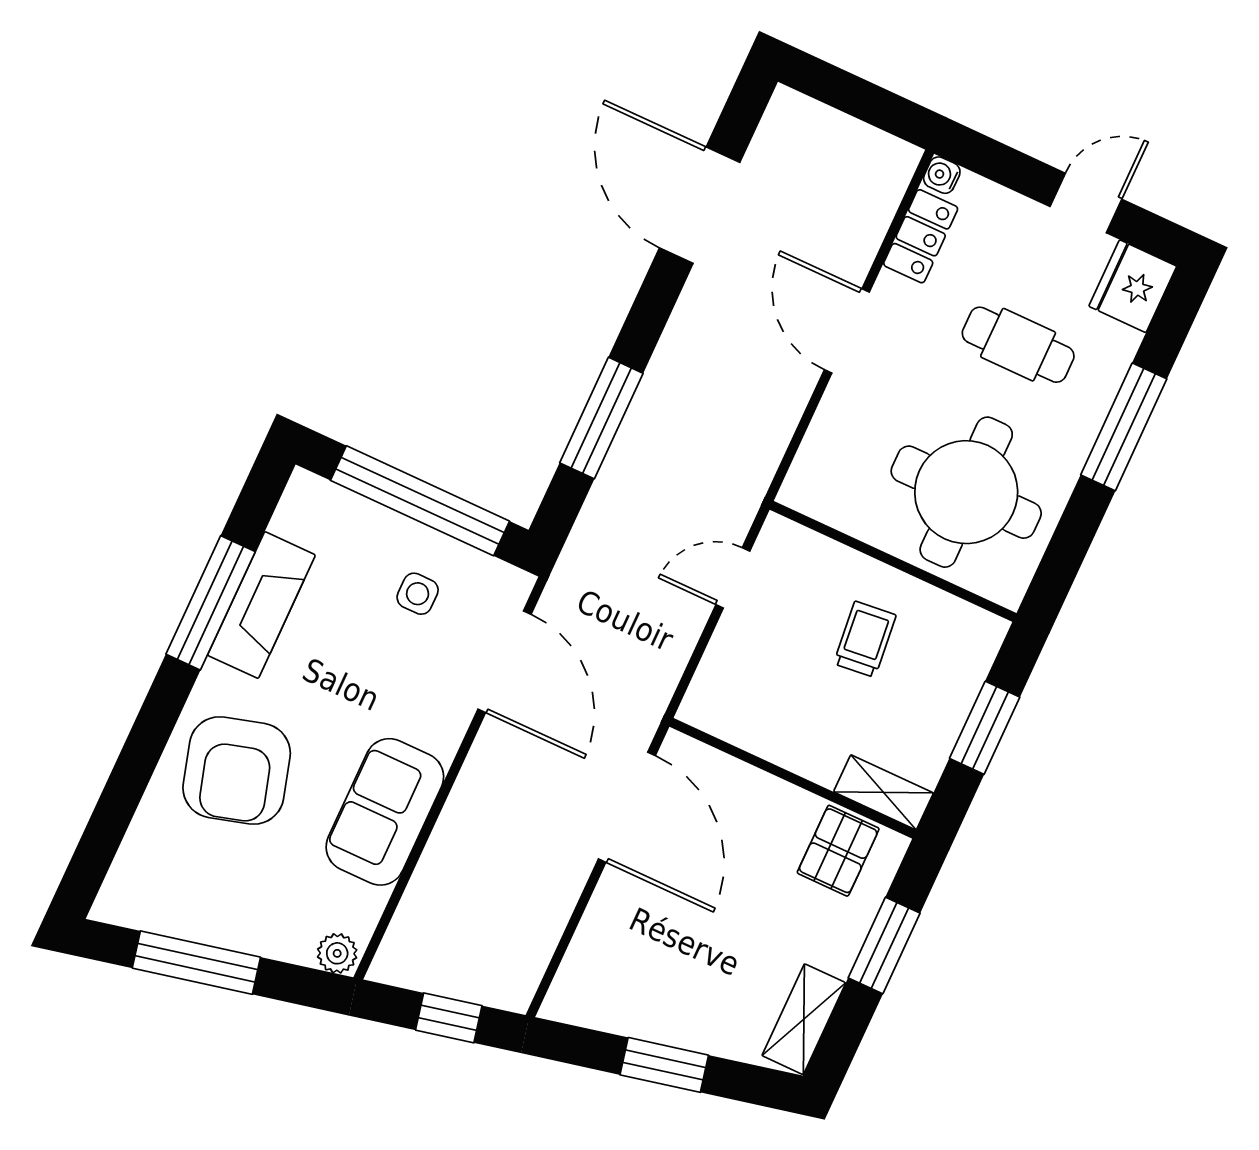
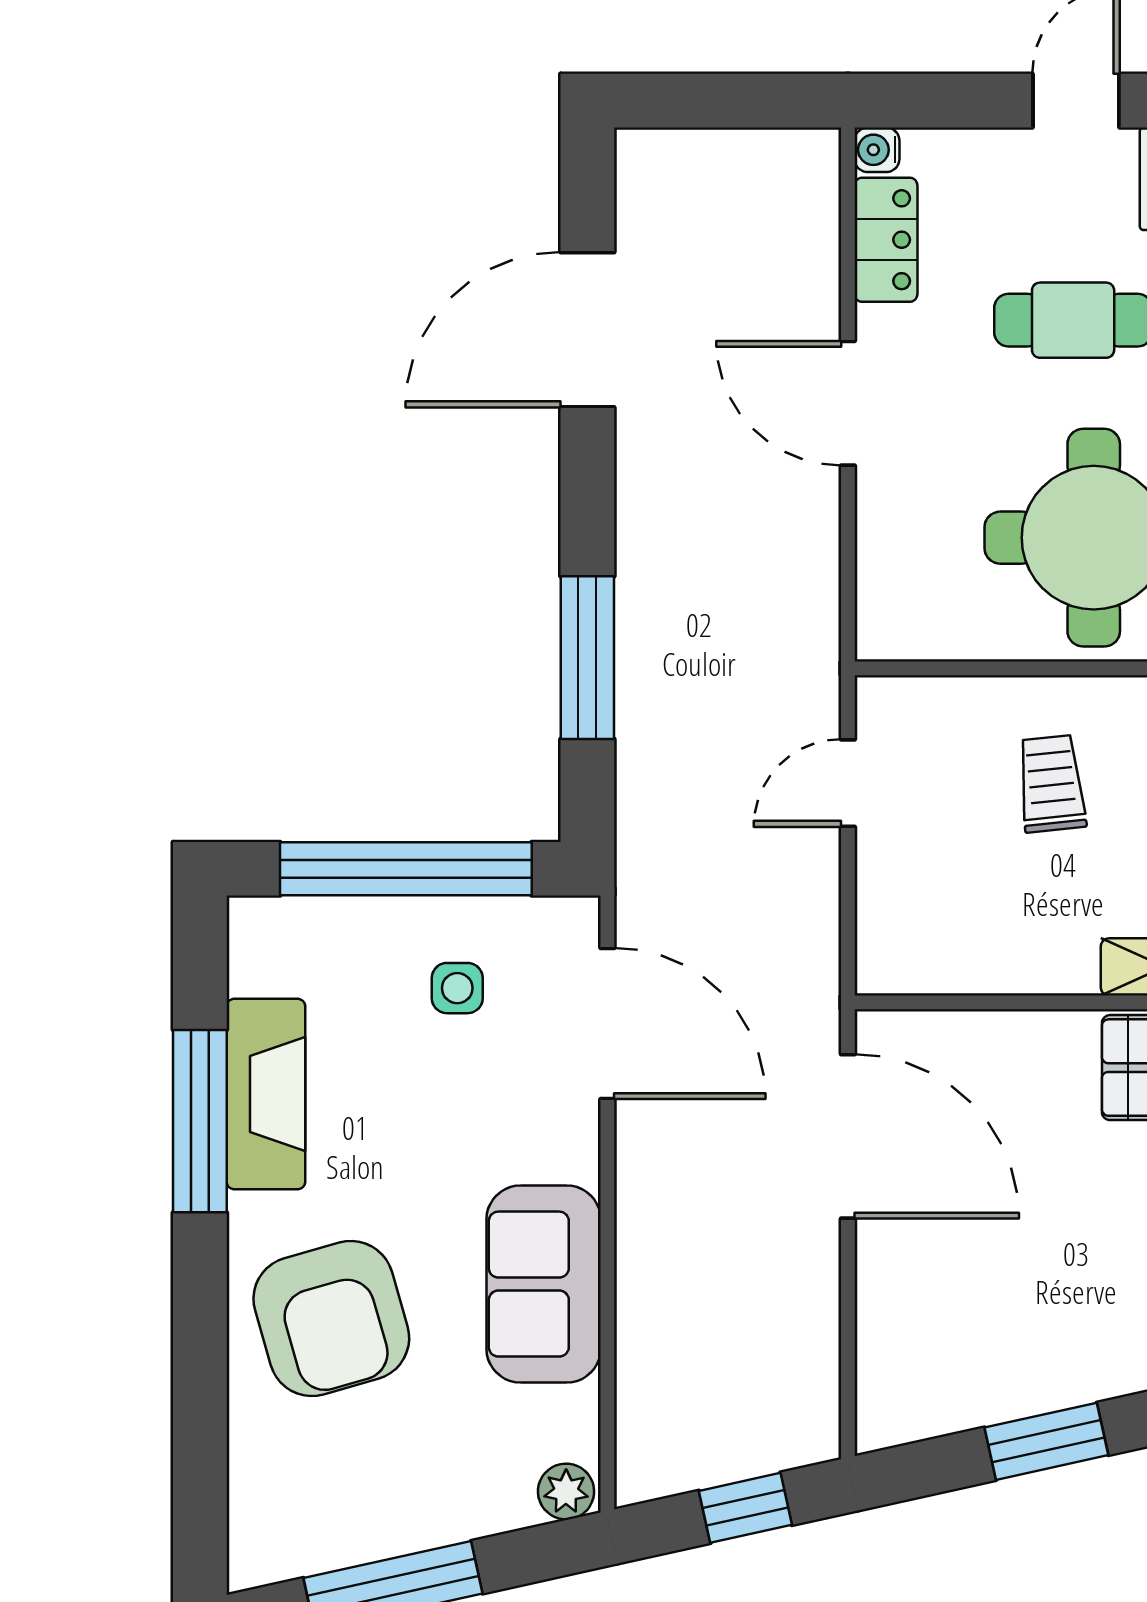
door: (700, 205) -> (587, 330), hinge flipped

